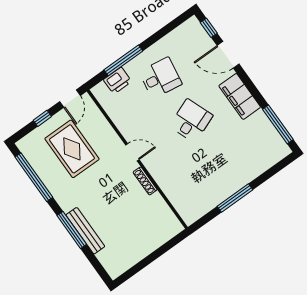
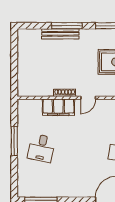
filing cabinet: (240, 96) -> (58, 107), moved, turned 180
desk: (191, 121) -> (41, 148), moved, turned 33

